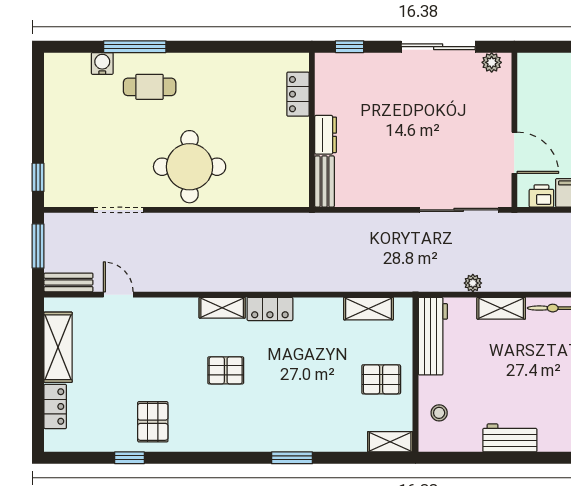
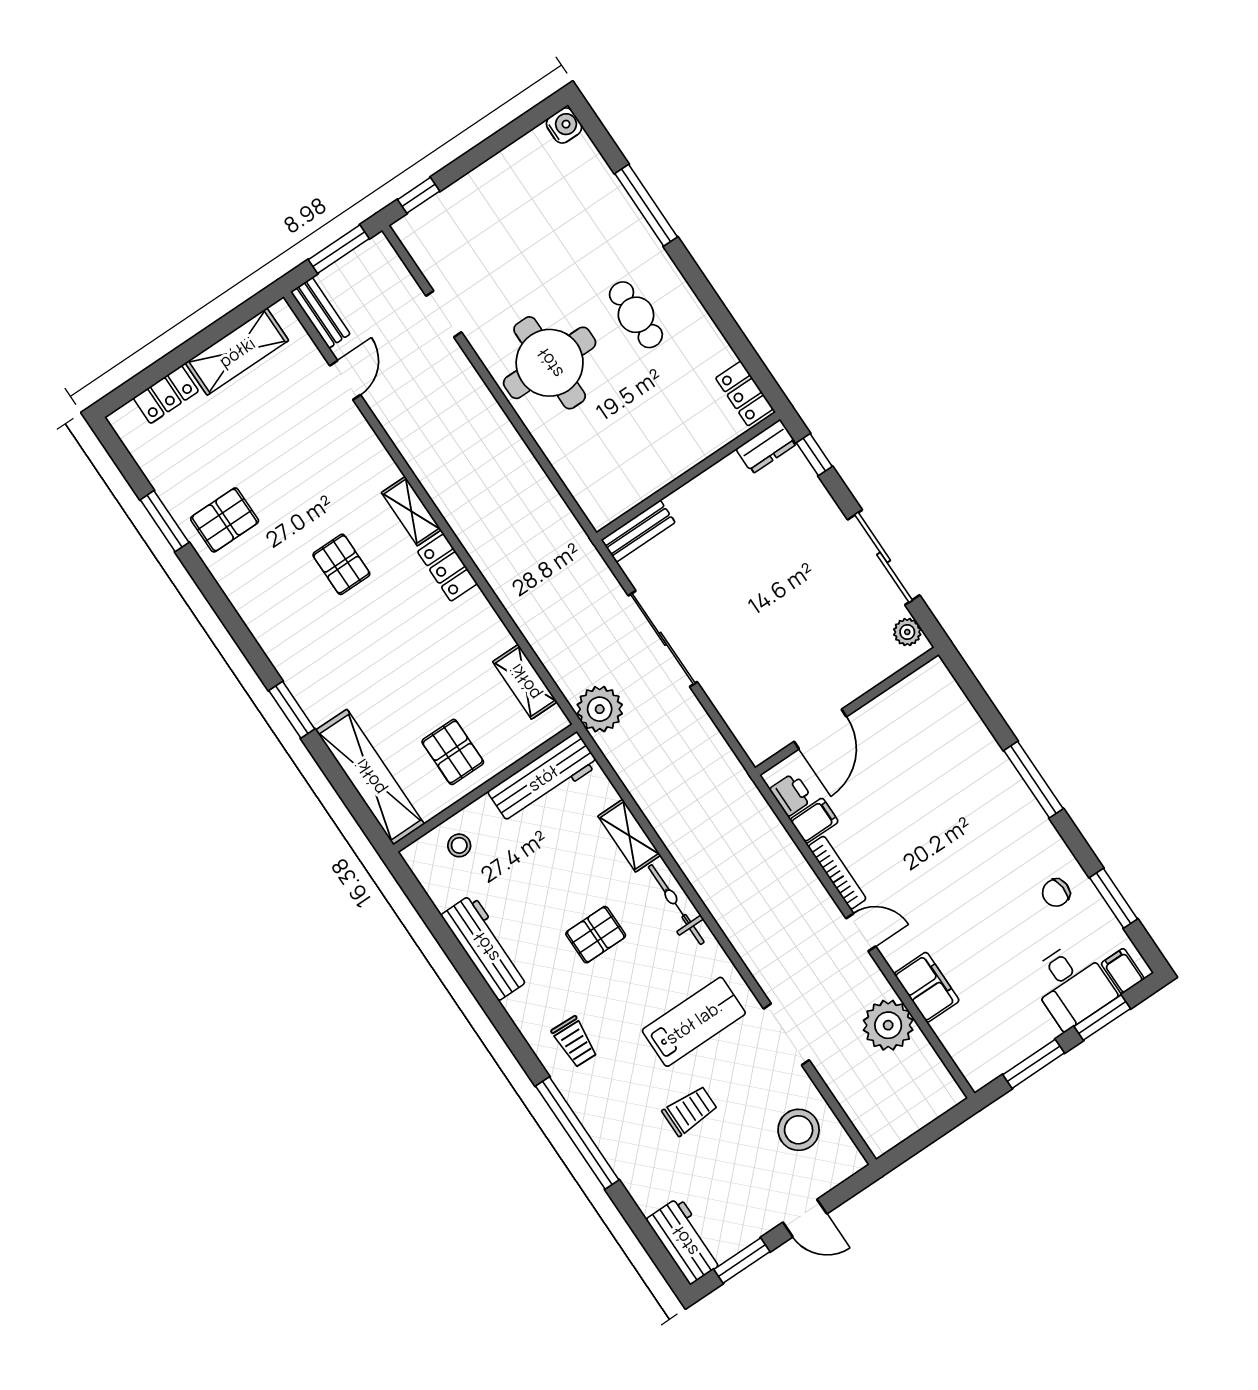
water cooler: (102, 63) -> (564, 125), moved
cafe table: (150, 87) -> (636, 315), moved
locker: (298, 94) -> (744, 394), moved, turned -90
dresser: (326, 135) -> (766, 447), moved
doorway: (118, 210) -> (444, 314), width x0.73
sliding door: (459, 210) -> (663, 639), moved
plant: (473, 283) -> (600, 709), moved, width x1.88, depth x1.88
pallet: (546, 368) -> (596, 935), added
workbench: (510, 438) -> (486, 947), width x1.38
shelving: (390, 442) -> (370, 777), width x2.20, depth x1.33
window: (129, 458) -> (165, 521), width x1.50

